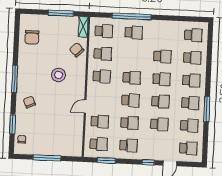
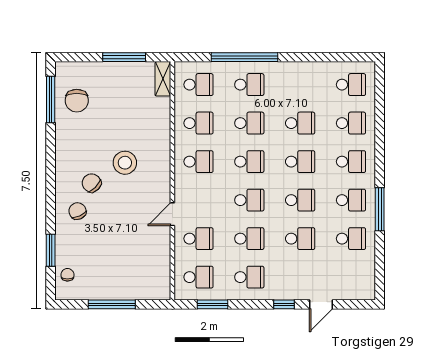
chair: (77, 50) -> (92, 183), moved
window: (15, 79) -> (51, 100), moved
school desk: (188, 148) -> (249, 123), moved

